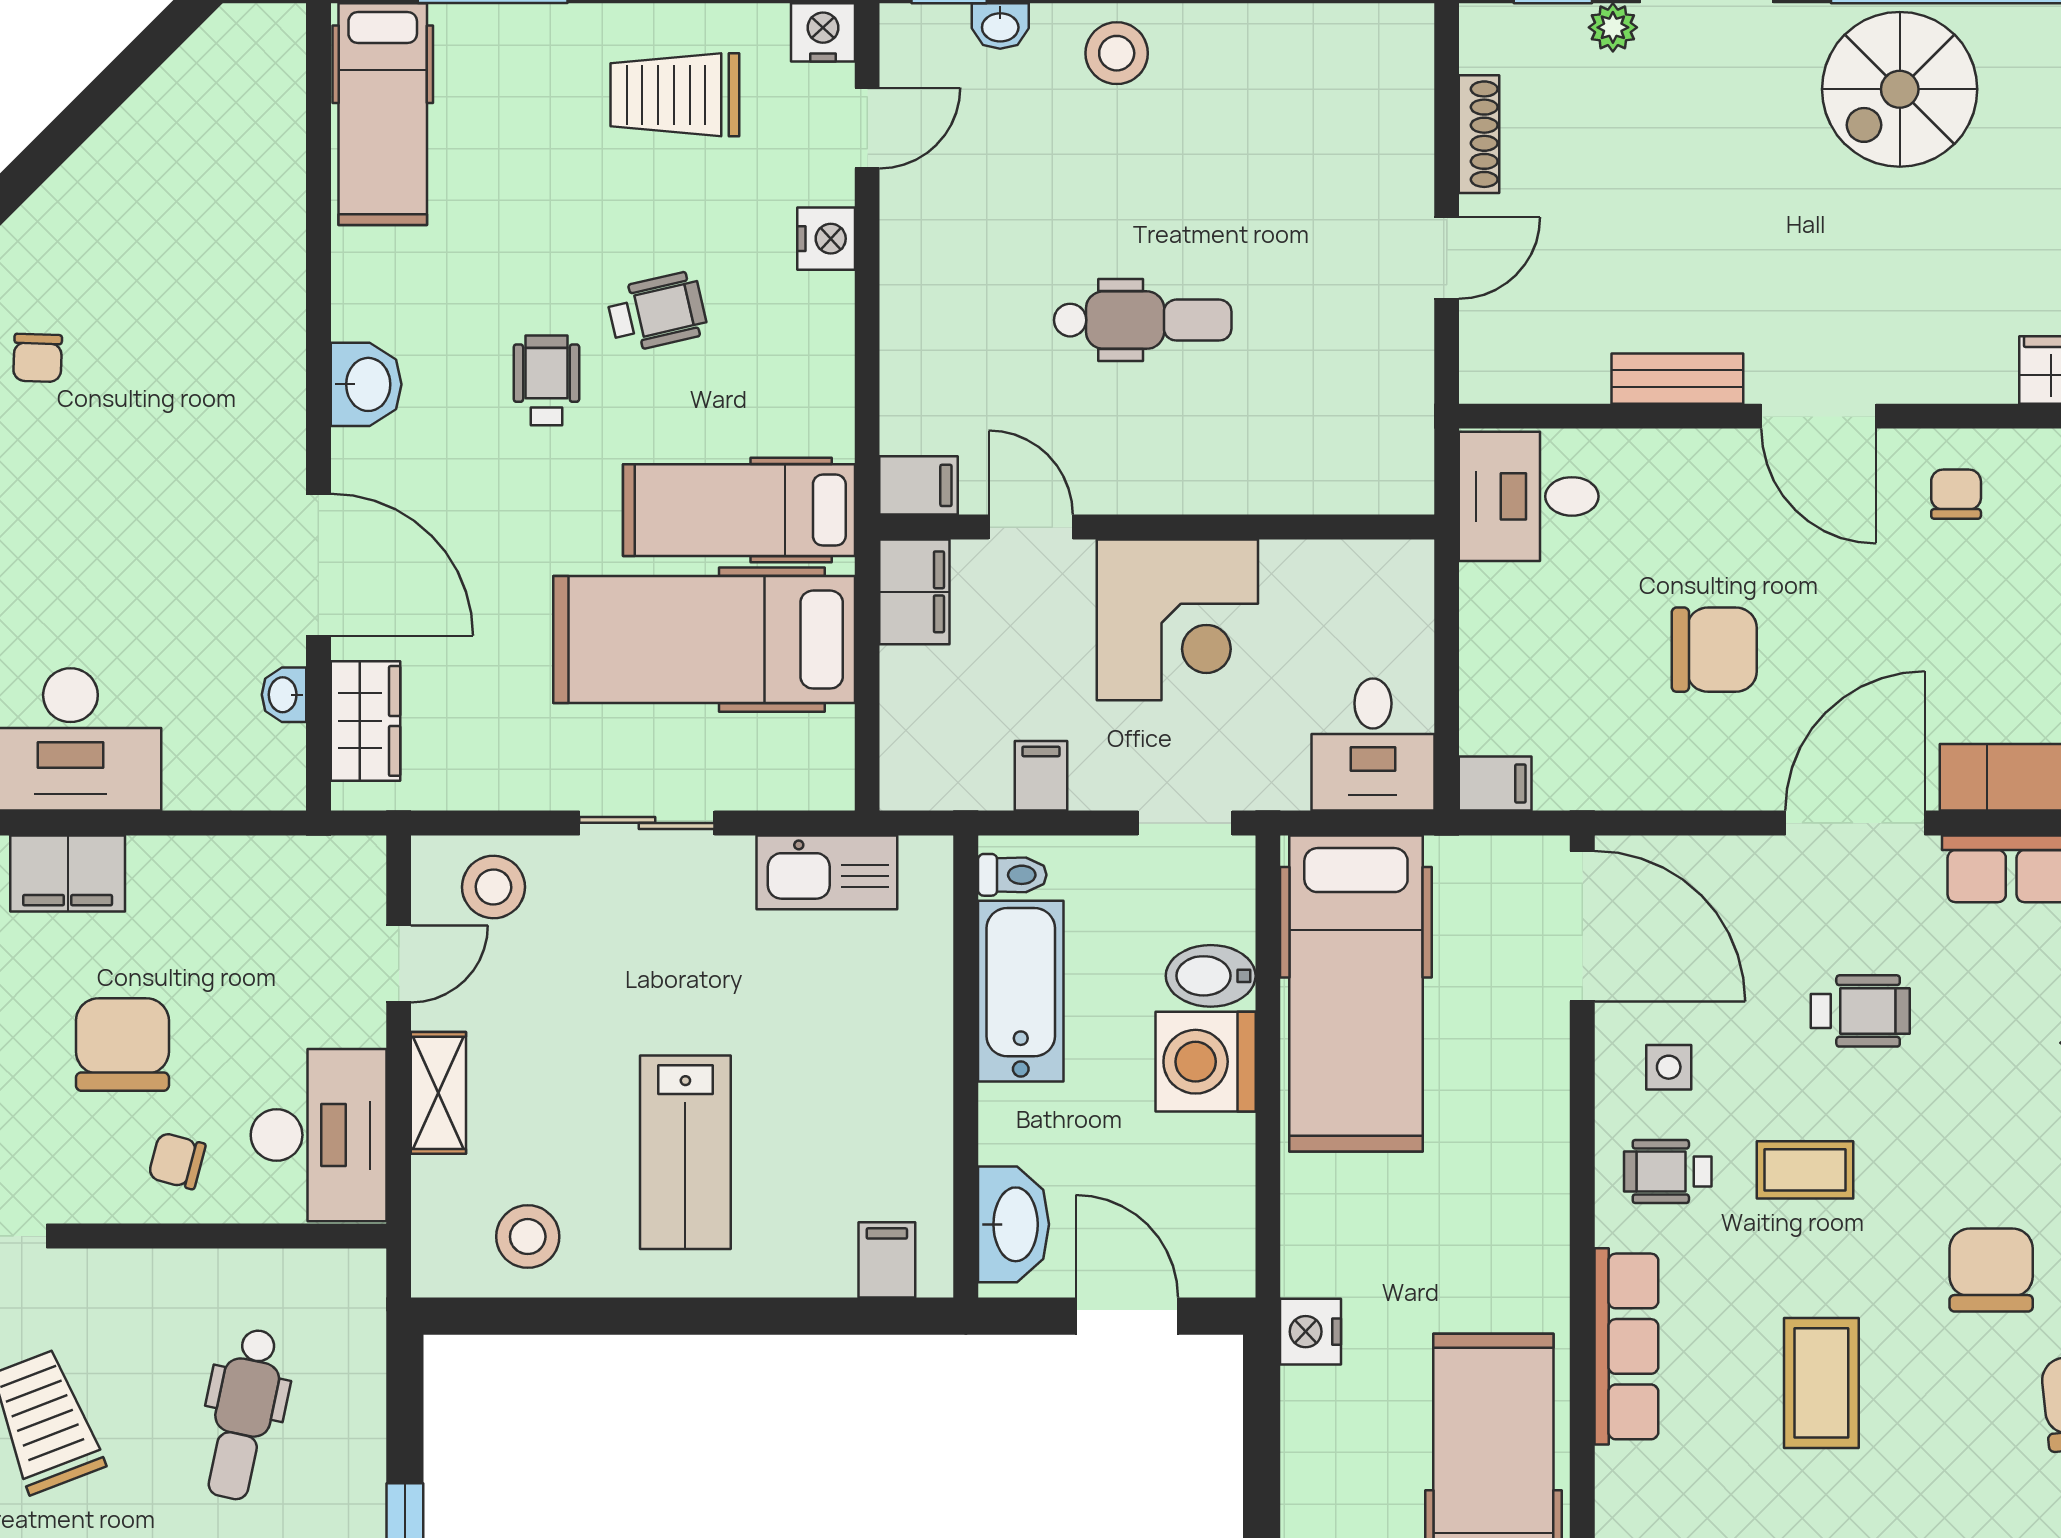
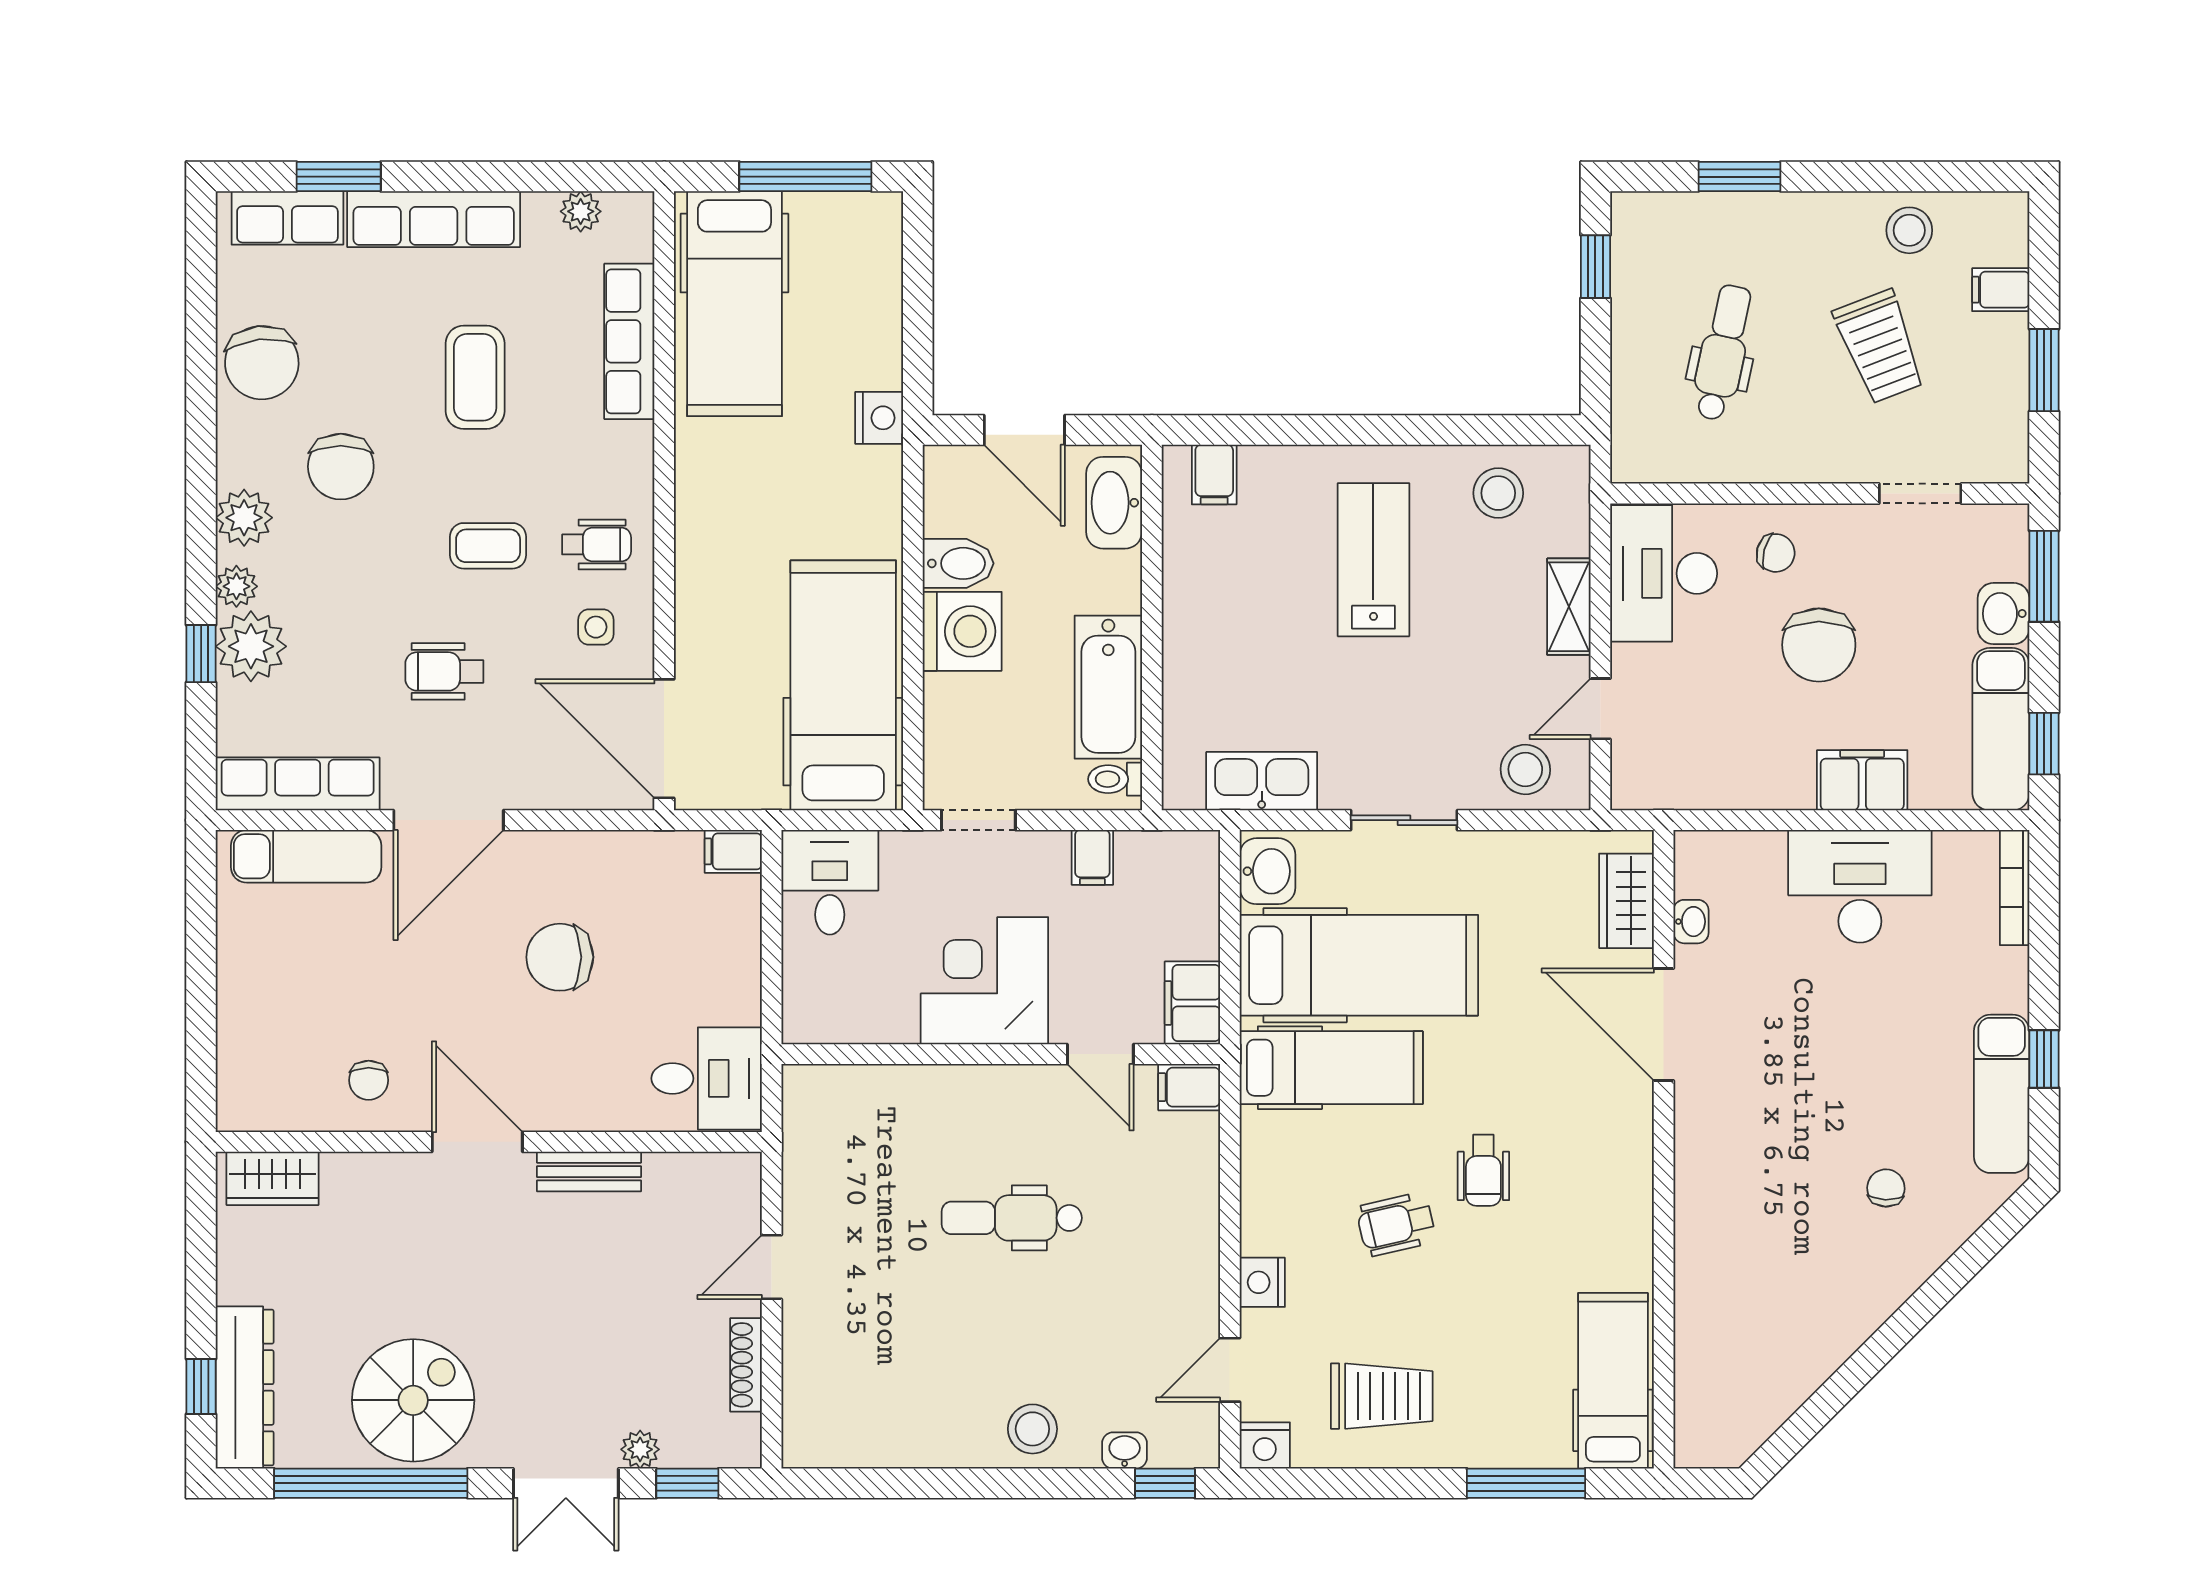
washbasin: (366, 384) -> (1267, 871), moved, turned 180
bidet: (1211, 976) -> (958, 563), moved
row of seats: (1626, 1346) -> (629, 341), moved

